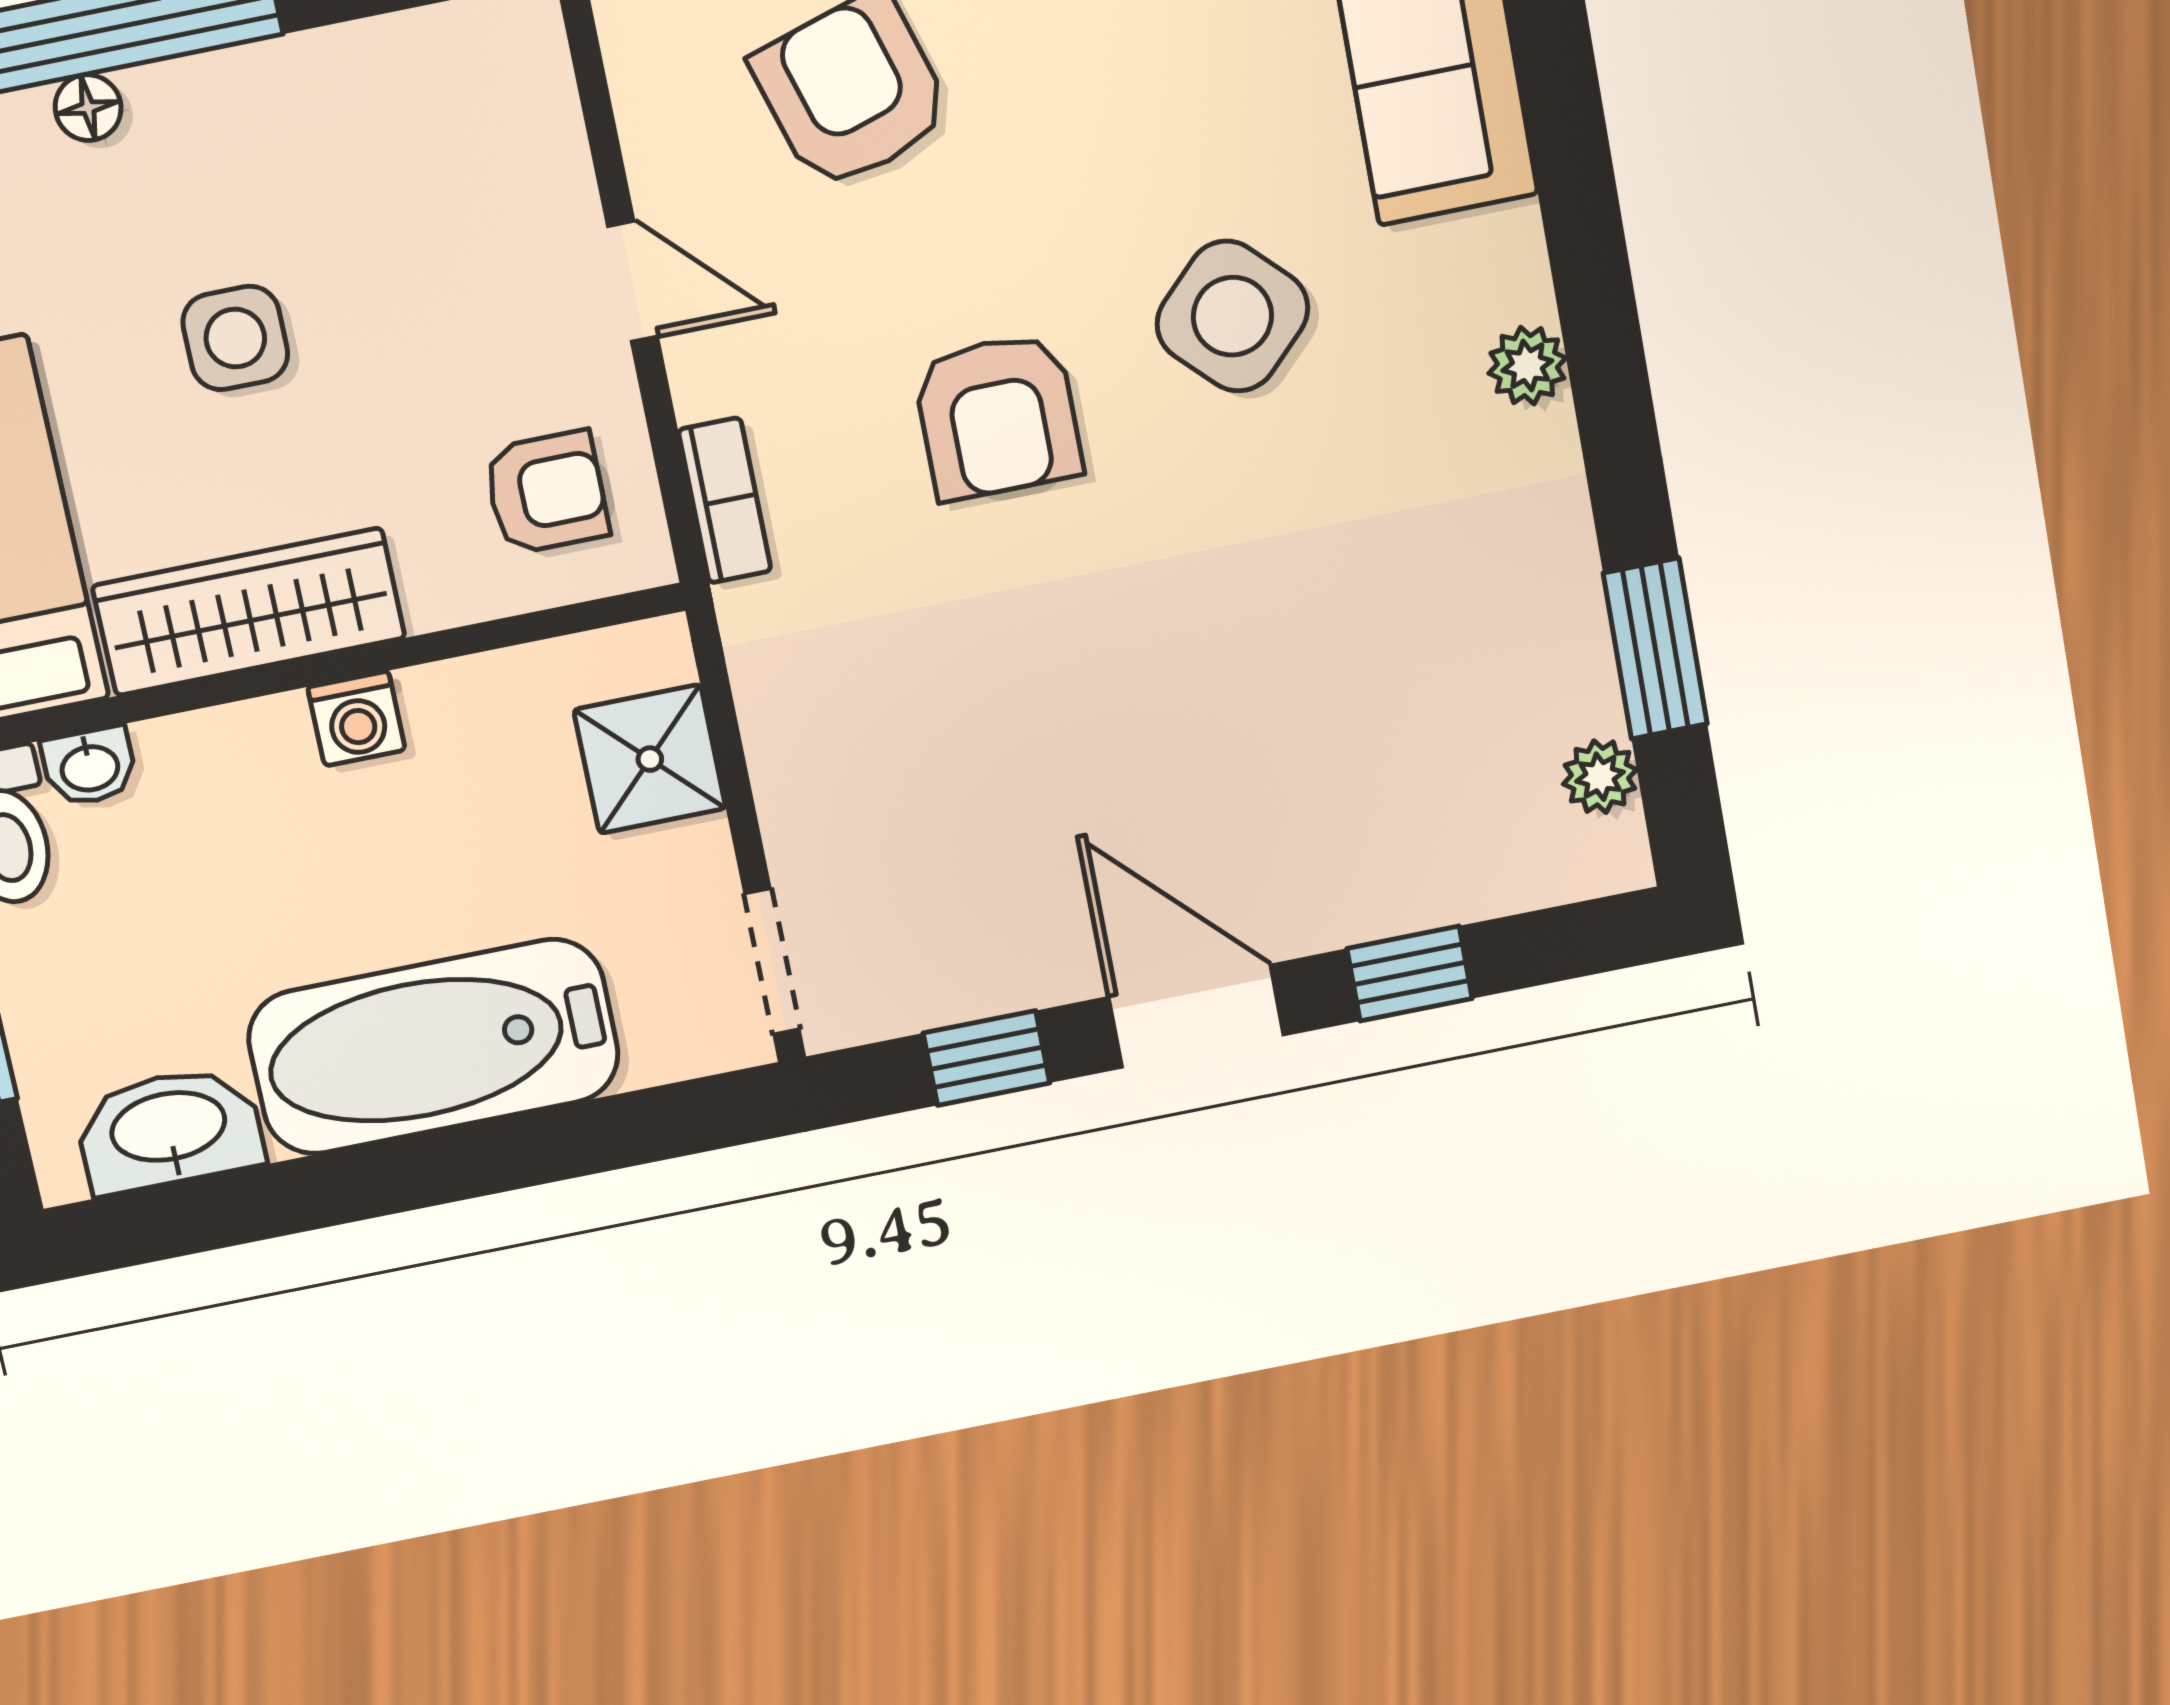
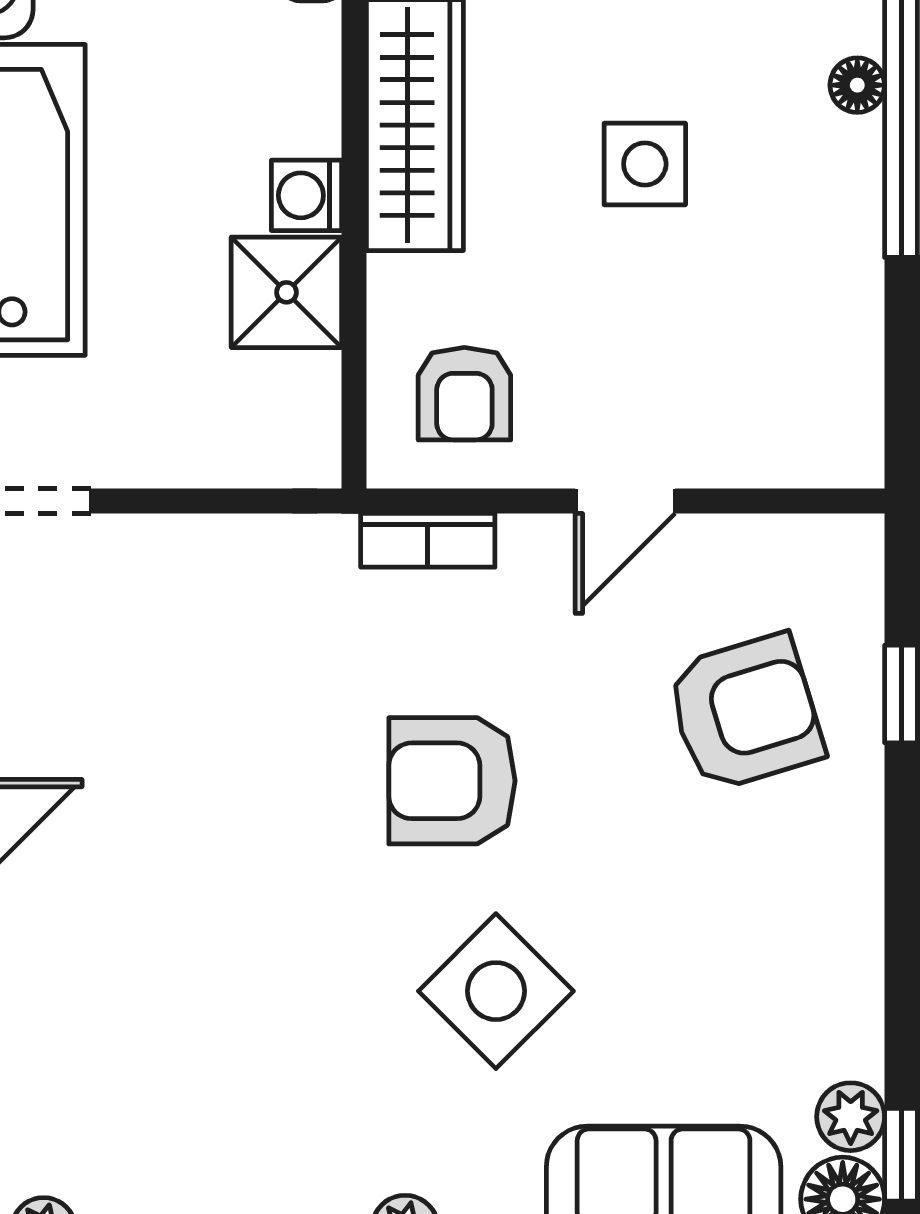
shower: (650, 759) -> (286, 292), moved

